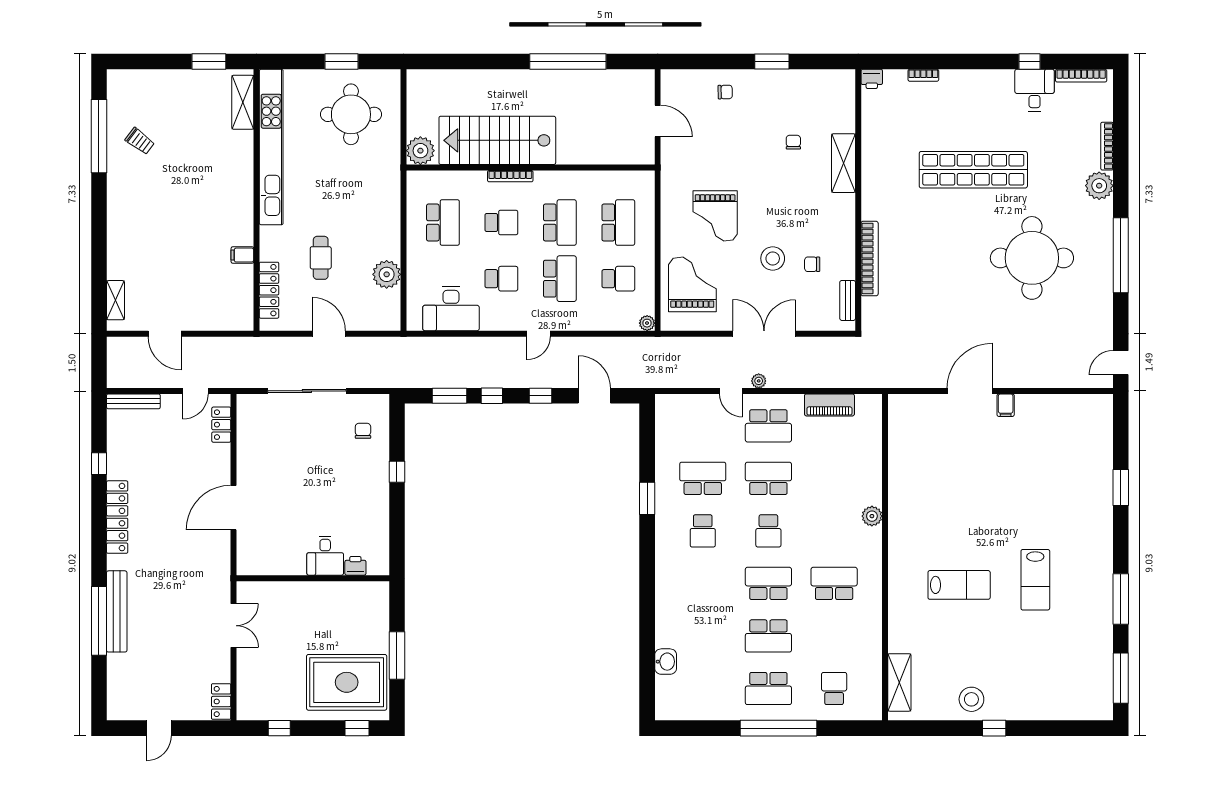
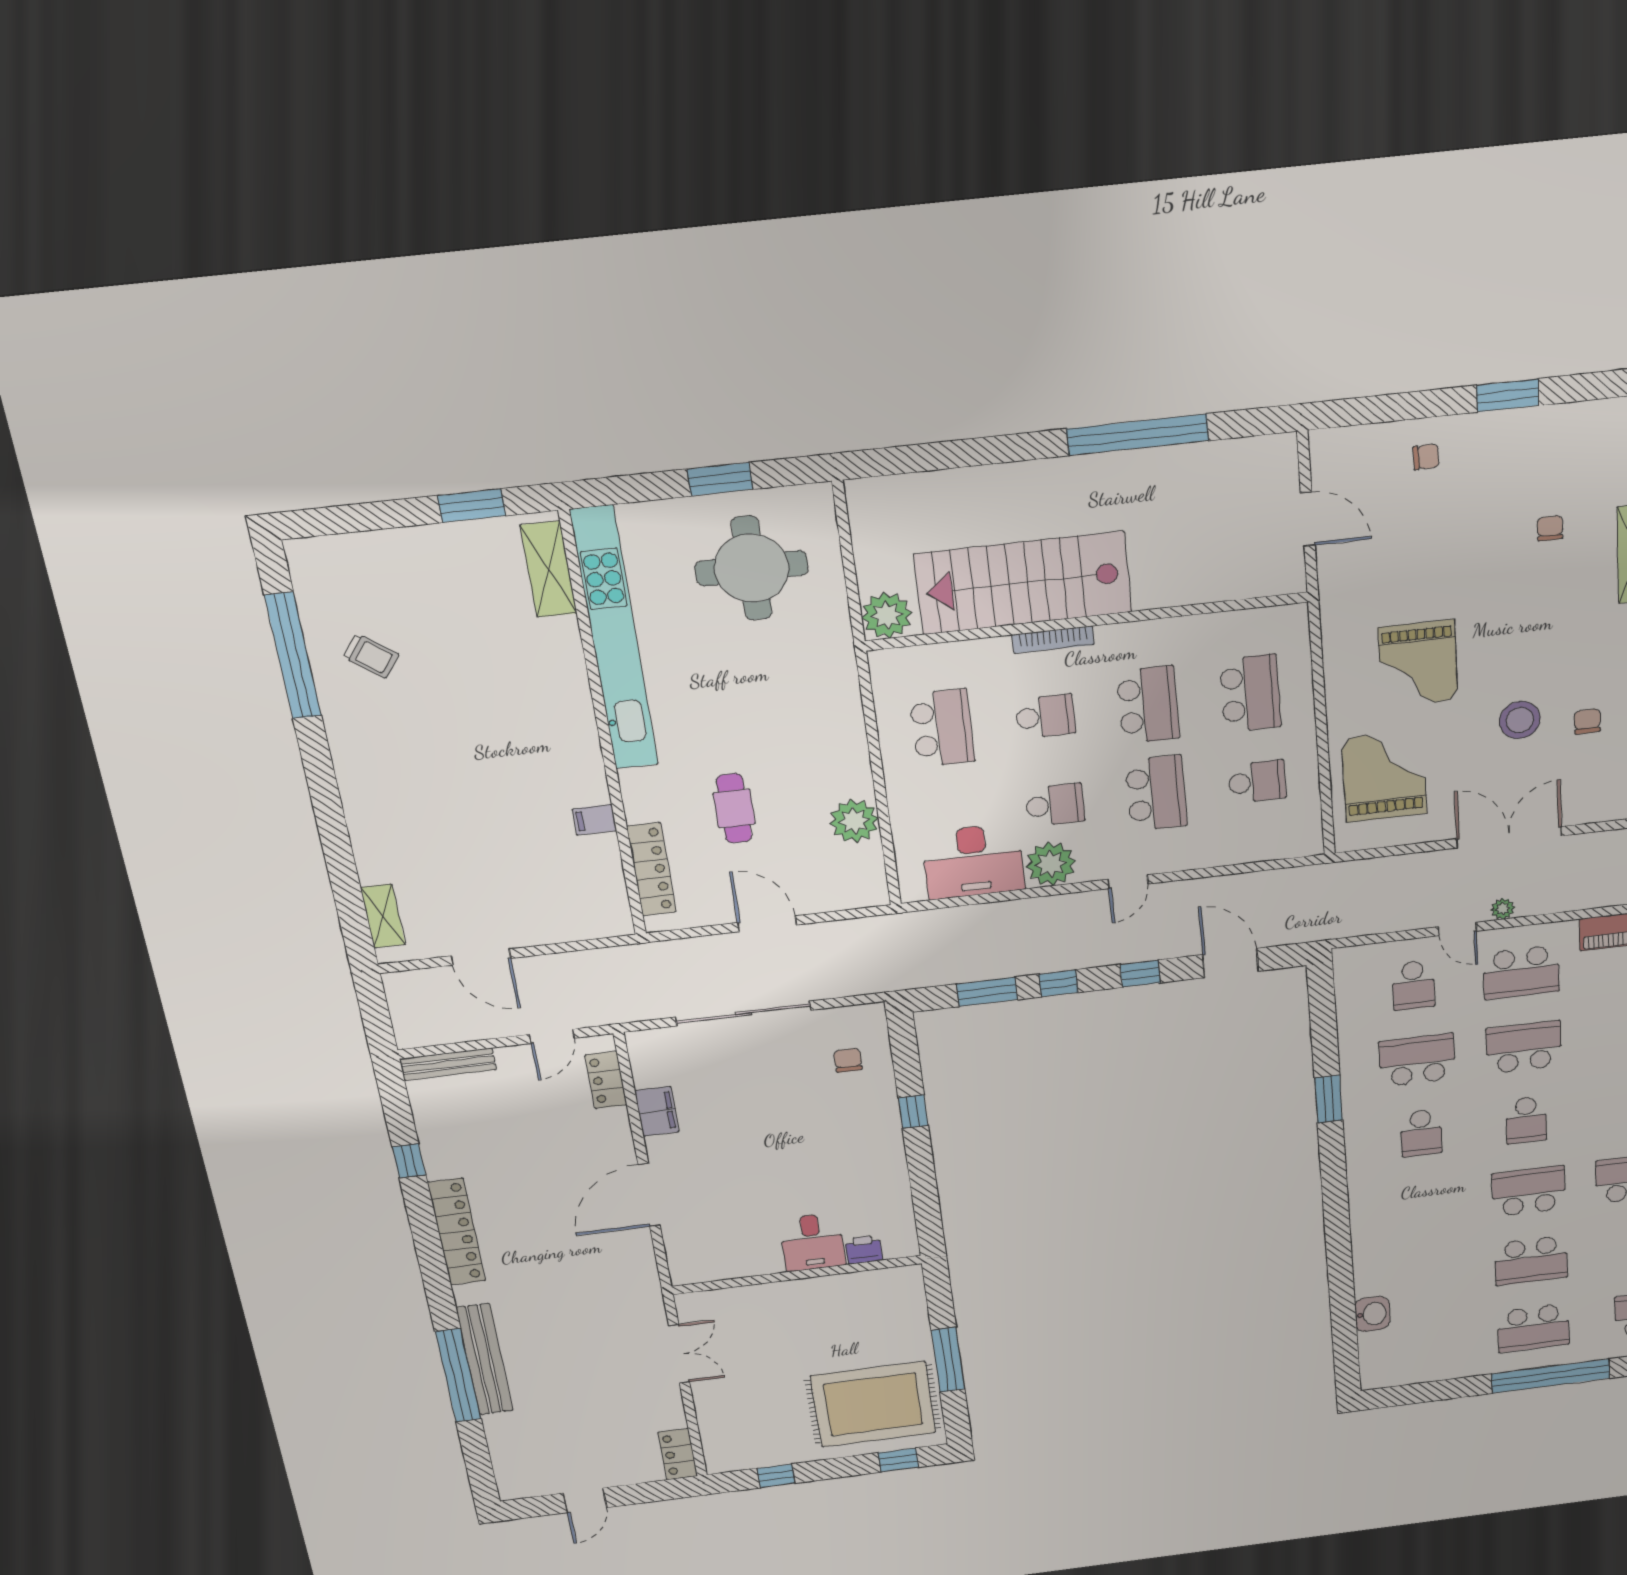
chair: (812, 264) -> (1587, 721), turned 90
plant: (647, 323) -> (1051, 864), moved, width x1.88, depth x1.88
school desk: (703, 426) -> (1413, 985), added
filing cabinet: (247, 450) -> (657, 1111), added

